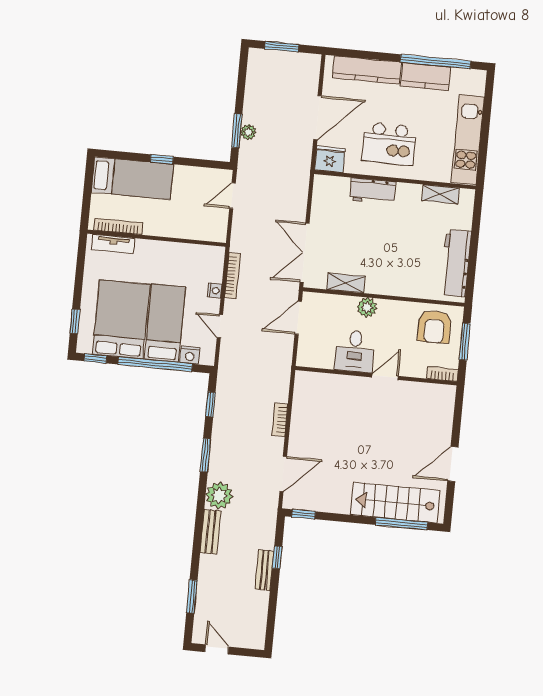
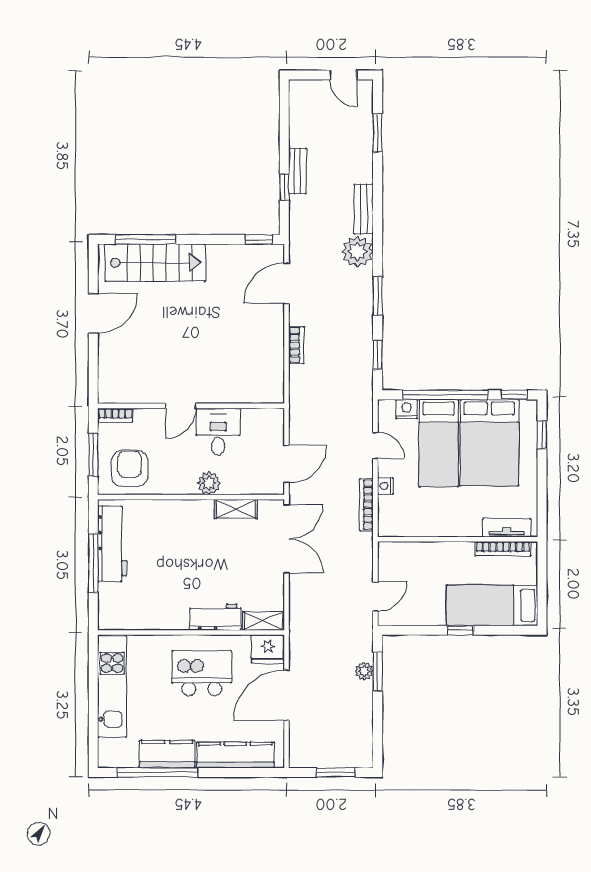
shelving: (441, 194) -> (263, 621), moved
window: (474, 248) -> (93, 563), added

